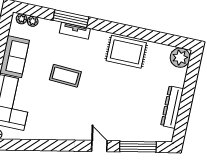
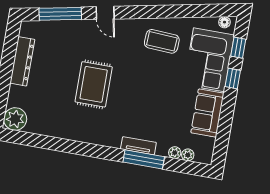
plant: (22, 19) -> (175, 153), moved
rug: (126, 52) -> (94, 84), moved, turned 90
coffee table: (65, 76) -> (162, 41), moved

